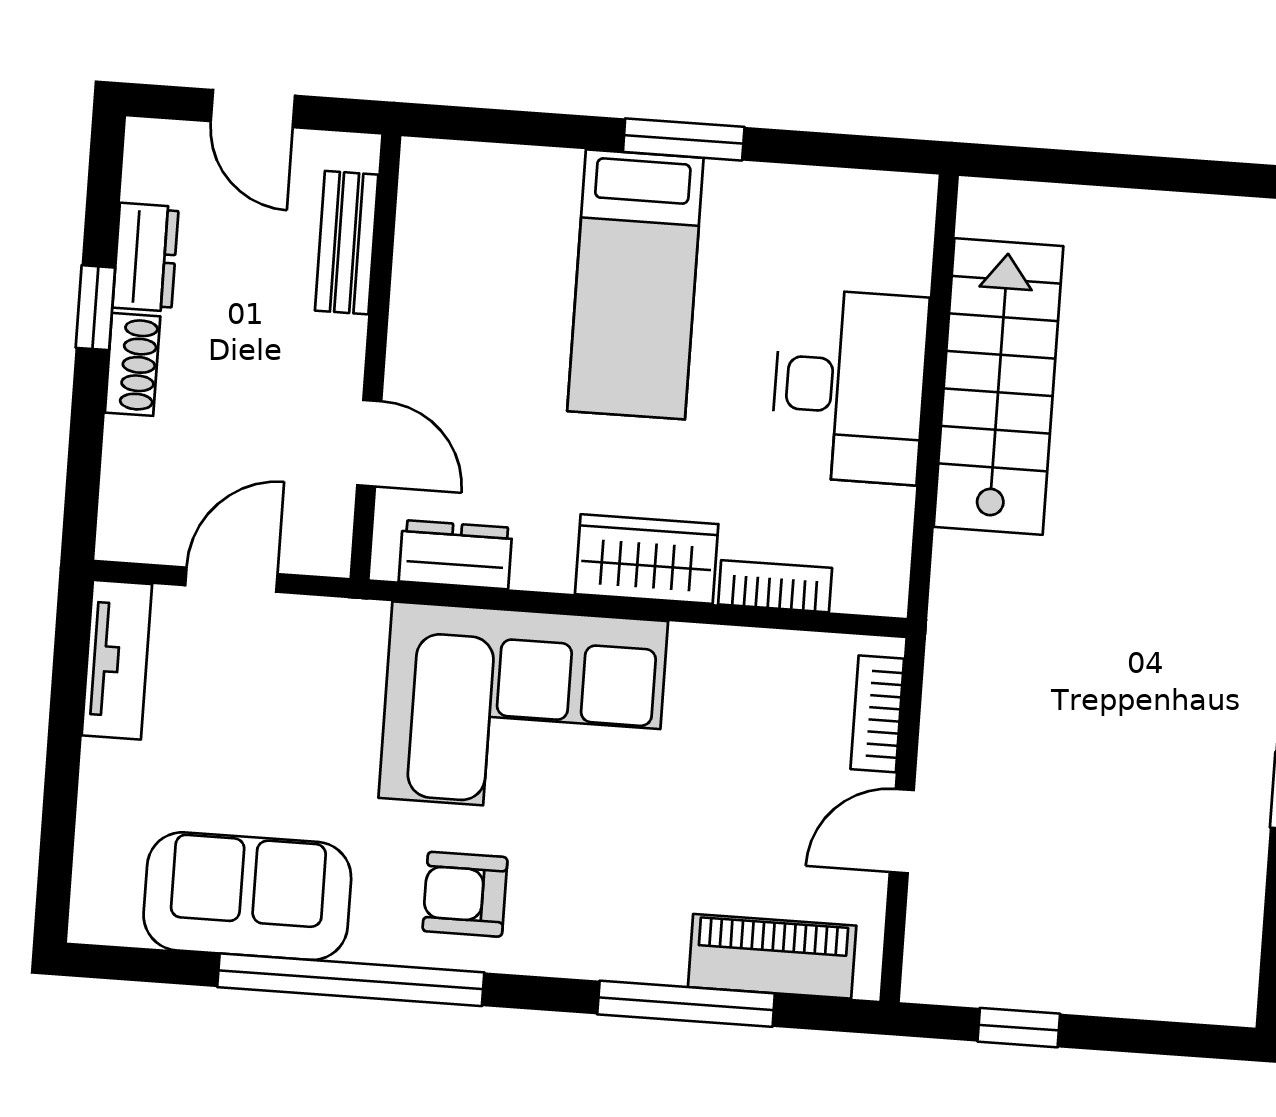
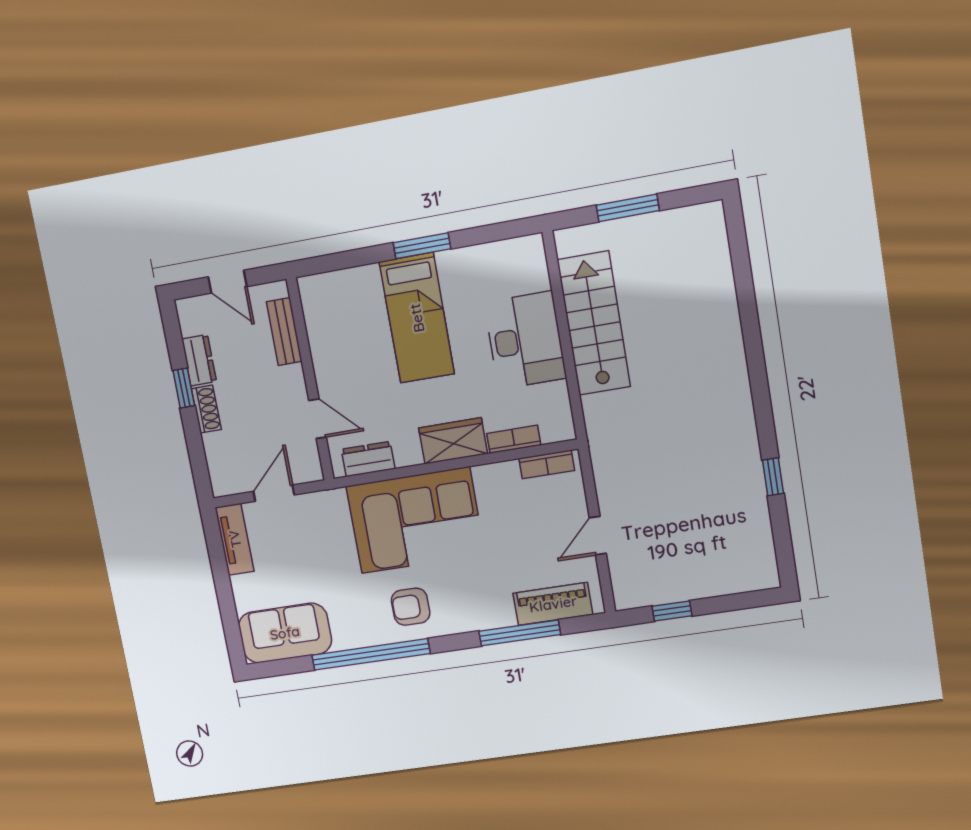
window: (1122, 171) -> (628, 208), added
bookcase: (877, 714) -> (547, 464), moved, turned -90
sofa: (247, 896) -> (285, 633), moved

